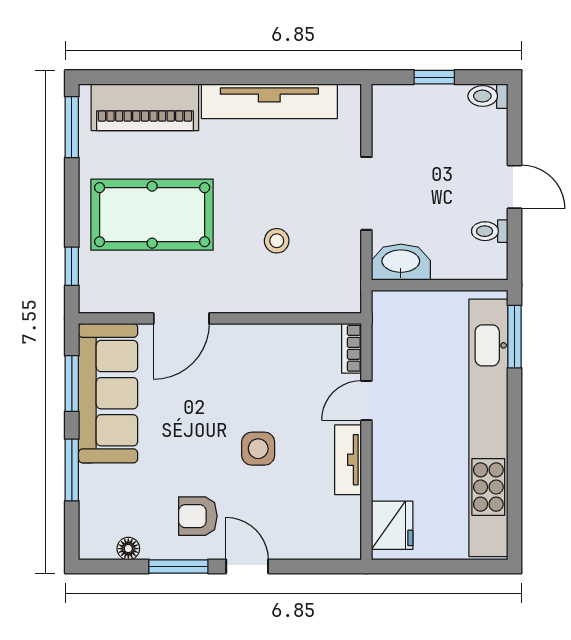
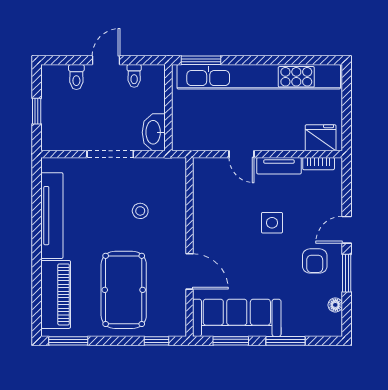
toilet: (488, 96) -> (76, 77), moved
bookcase: (351, 348) -> (319, 164), moved

